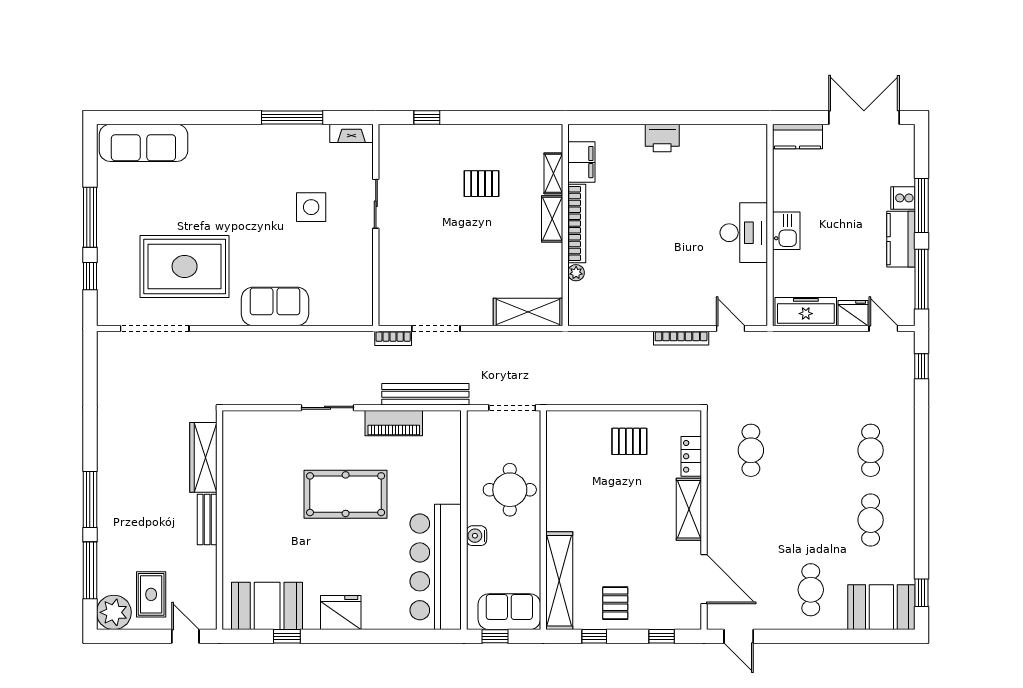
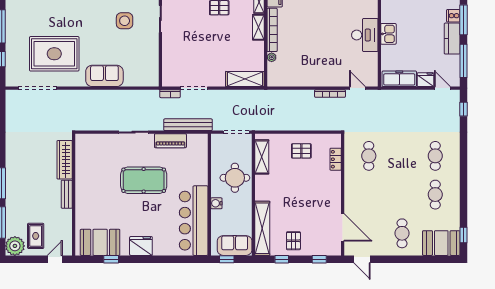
shelving: (689, 509) -> (262, 157), moved
door: (185, 636) -> (55, 259), hinge flipped

